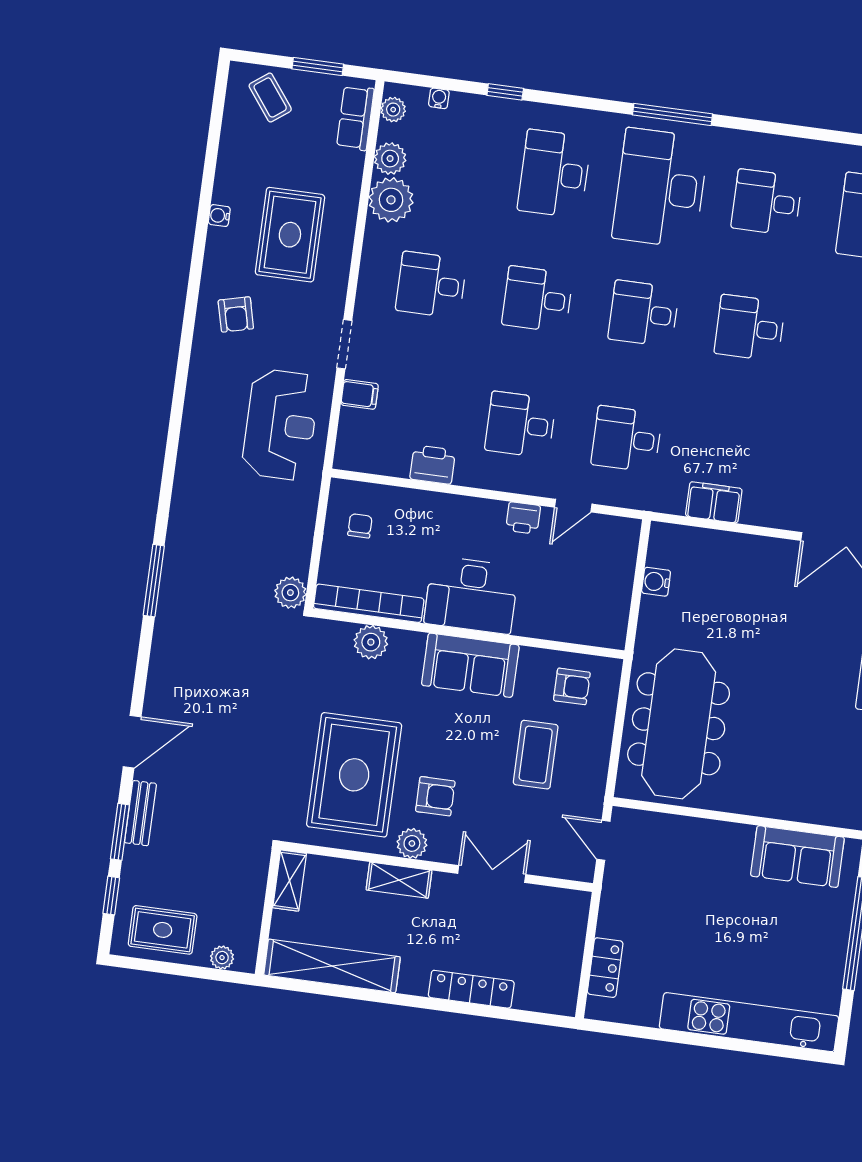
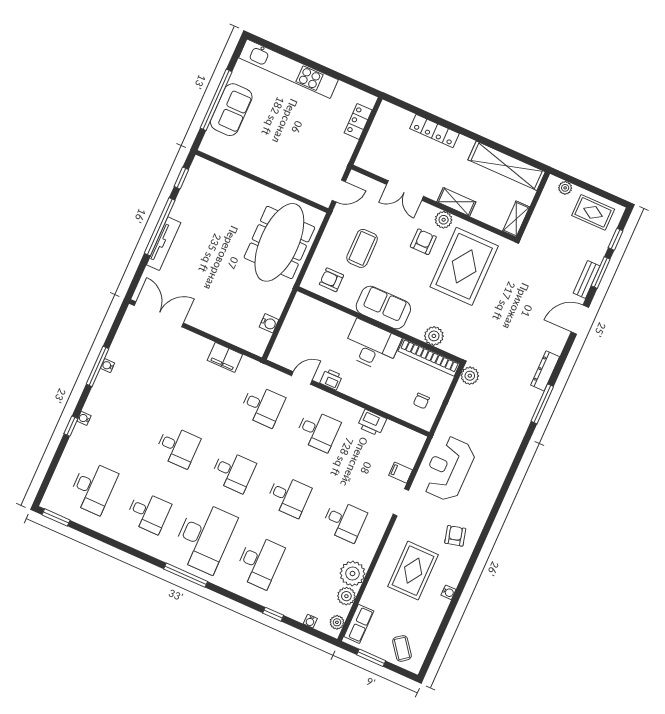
dresser: (165, 638) -> (545, 371), added
armchair: (435, 796) -> (423, 242), turned 90
door: (603, 840) -> (339, 191), hinge flipped
sofa: (797, 857) -> (231, 110), moved, turned 90

